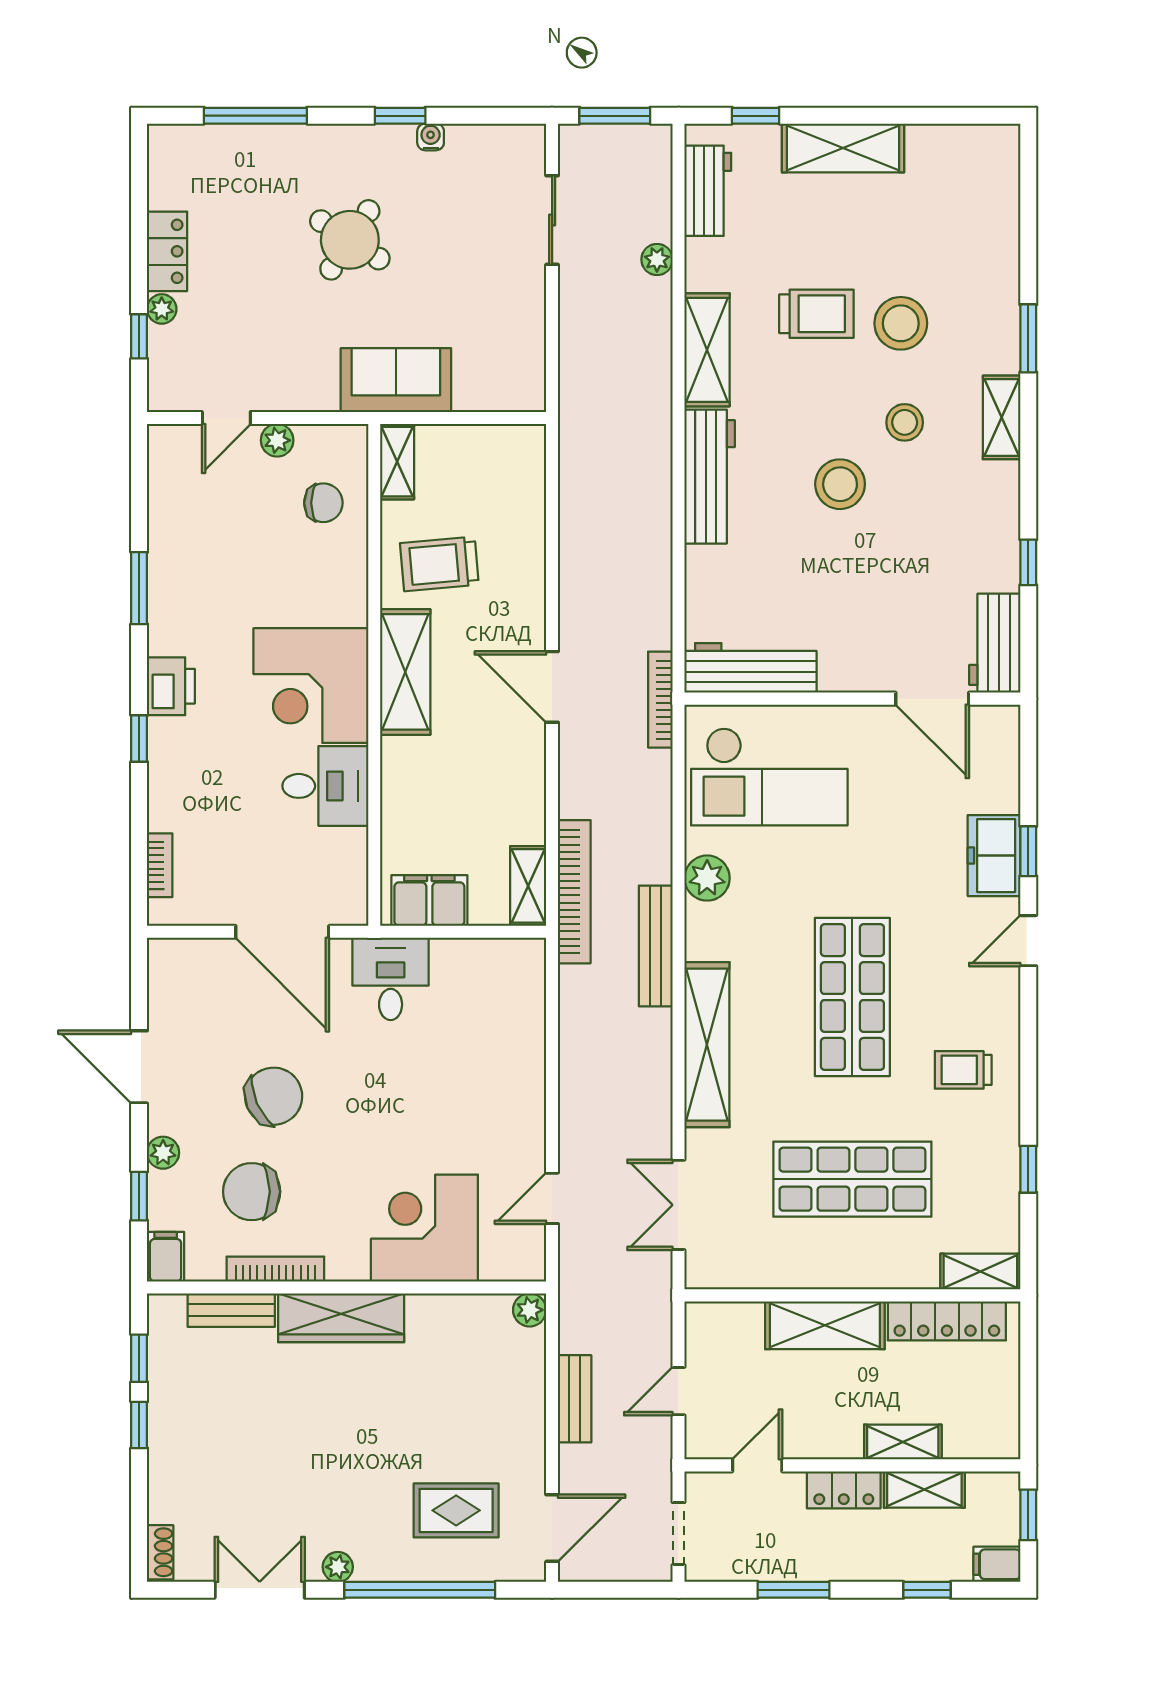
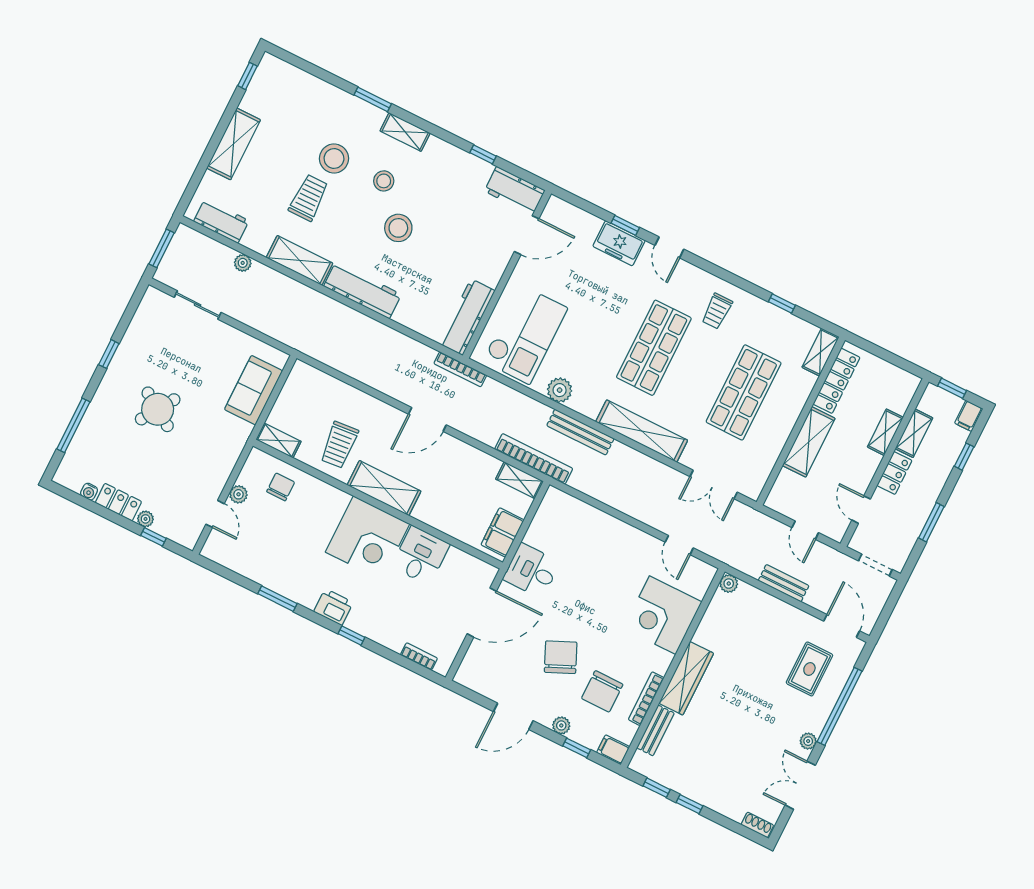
window: (756, 116) -> (248, 76), moved
water cooler: (431, 137) -> (89, 492), moved, turned -90
sofa: (396, 380) -> (253, 390), moved
shop shelf: (852, 997) -> (654, 348), turned 90

